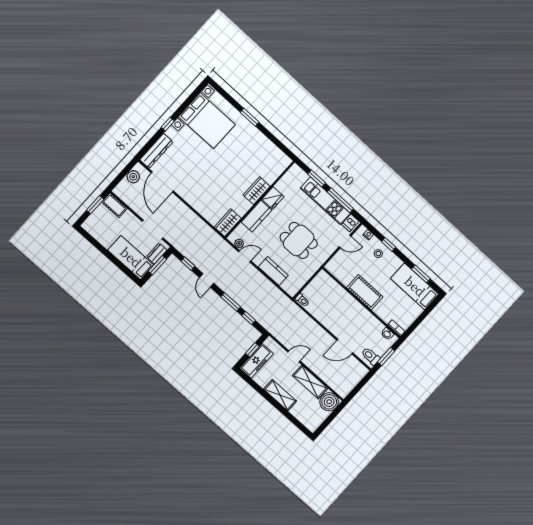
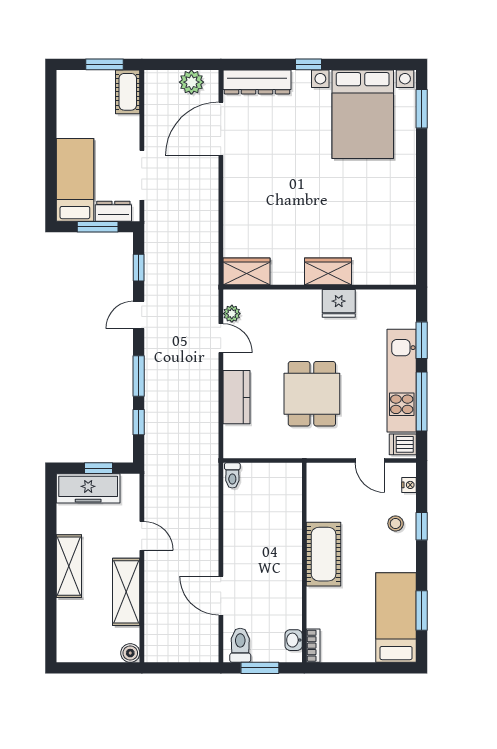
window: (250, 117) -> (422, 109), moved
kitchen counter: (256, 216) -> (292, 303), removed
boiler: (329, 402) -> (130, 653), width x0.54, depth x0.54

